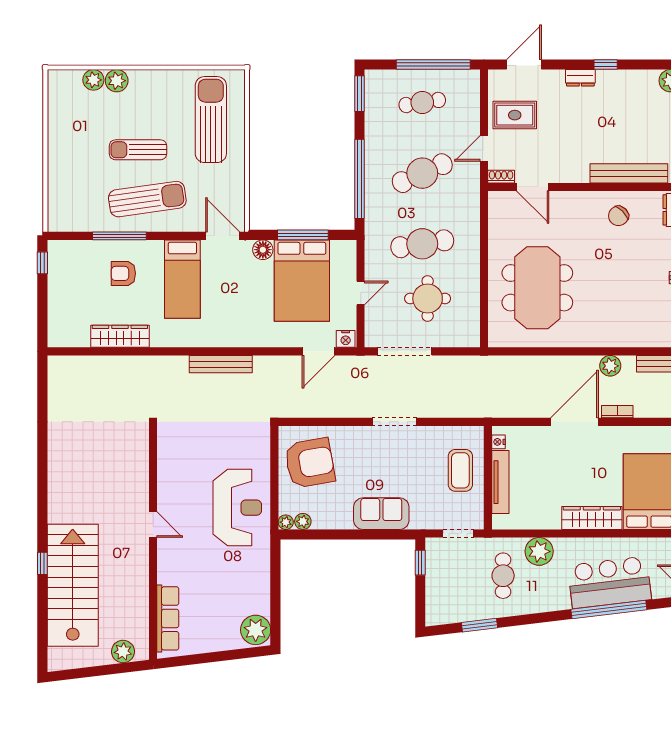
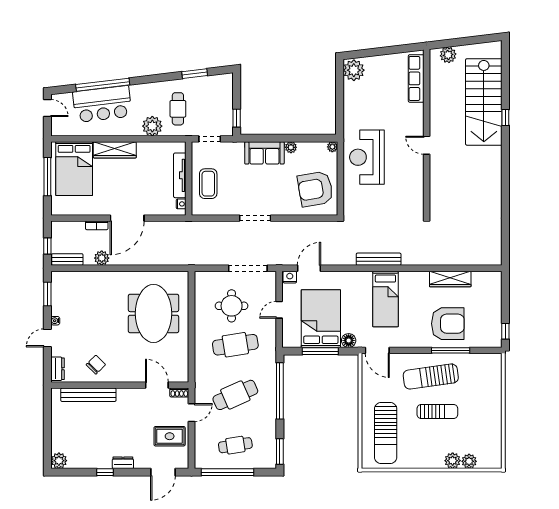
armchair: (123, 273) -> (448, 324), width x1.88, depth x1.88
bed: (182, 279) -> (385, 299), moved, turned 180
plant: (303, 521) -> (291, 147), moved

